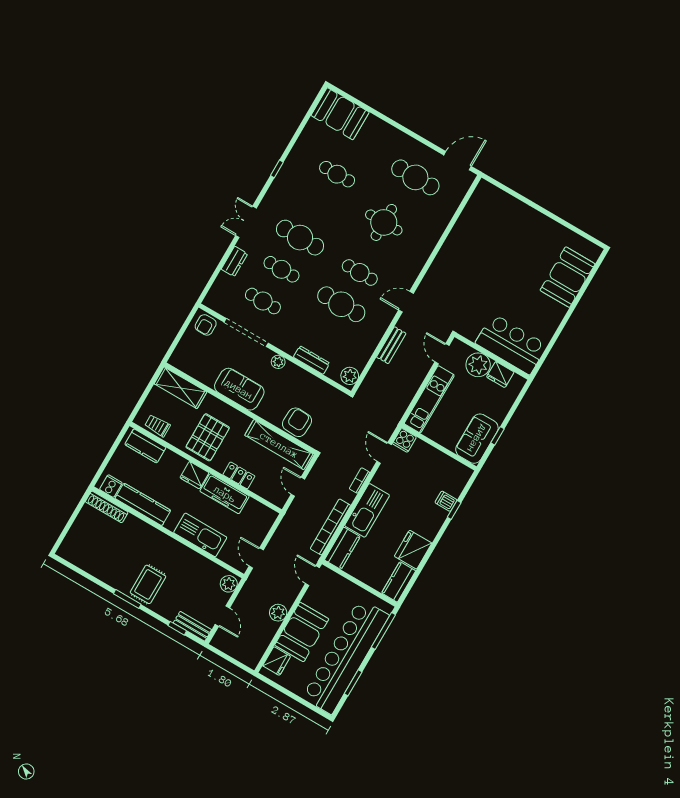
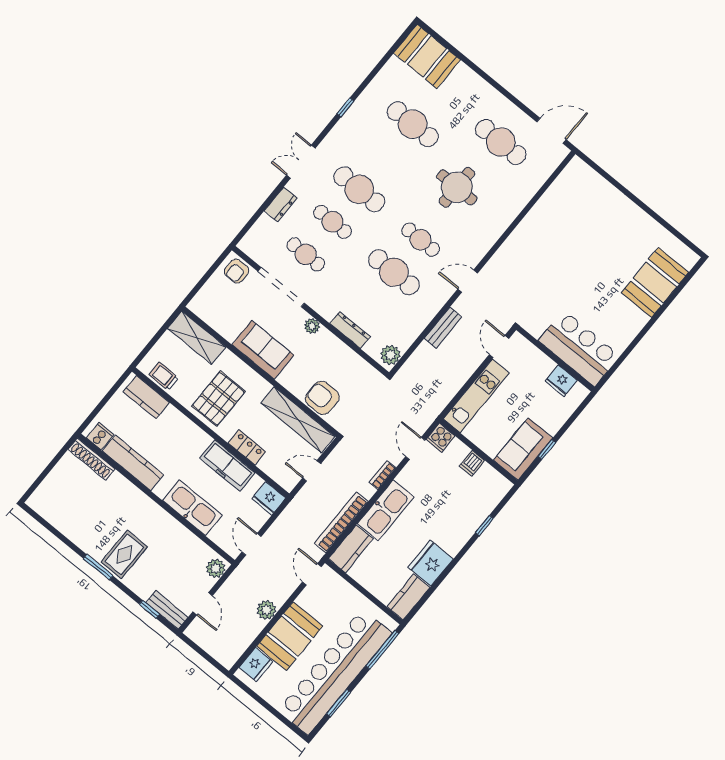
cafe table: (337, 174) -> (413, 124), width x1.37, depth x1.35
plant: (478, 365) -> (538, 366), removed
armchair: (297, 422) -> (322, 398), turned -92
fridge: (194, 475) -> (269, 498), moved
door: (298, 487) -> (312, 471), hinge flipped
dishwasher: (446, 501) -> (472, 463), moved, turned -90

